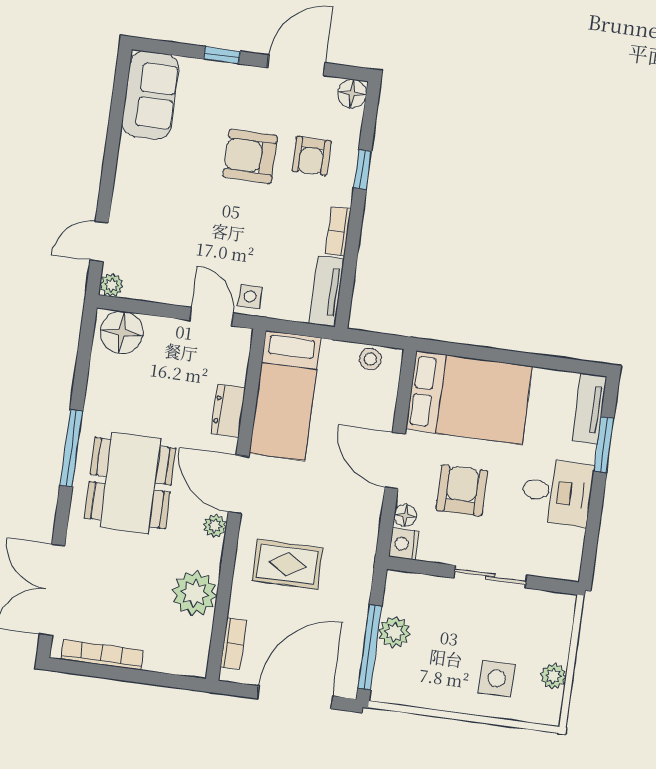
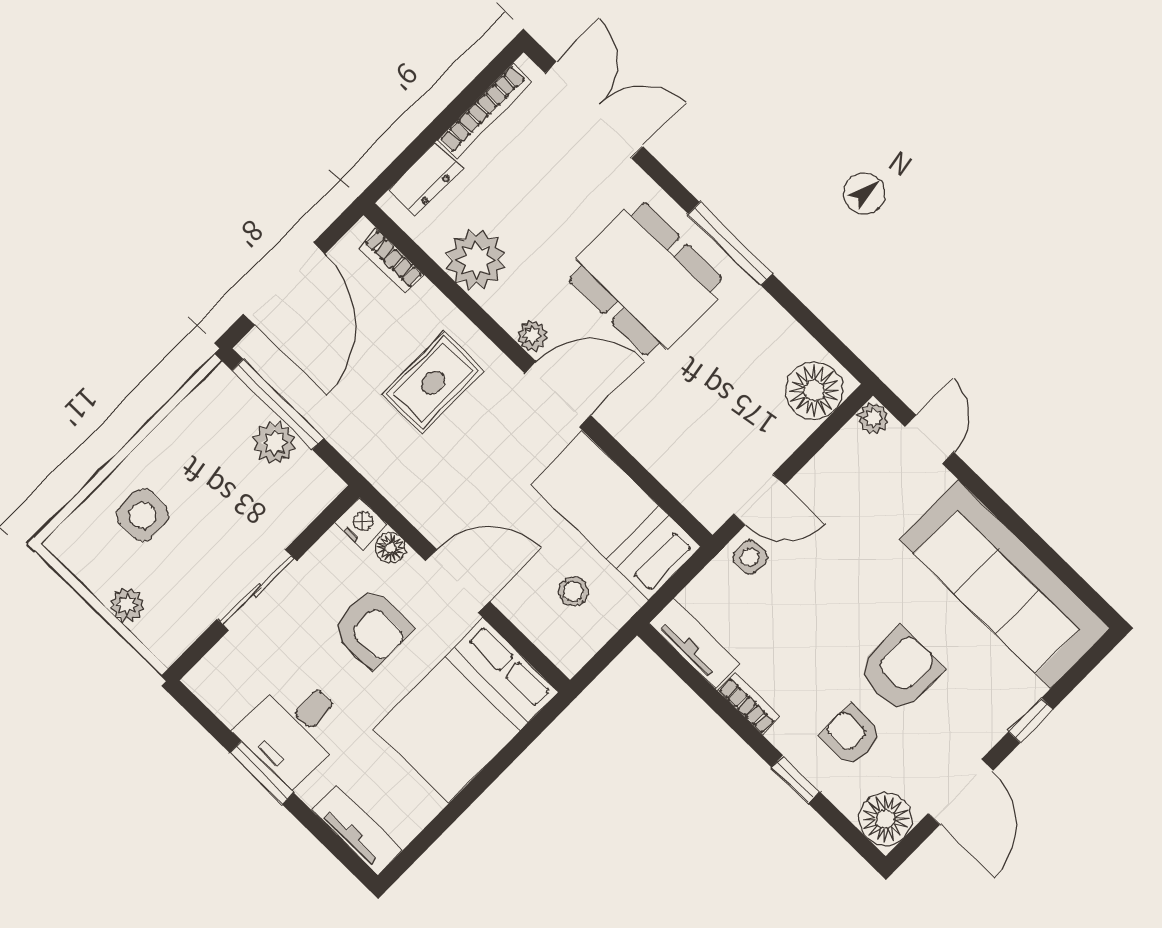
floor lamp: (352, 93) -> (885, 819), width x1.38, depth x1.38
sofa: (150, 95) -> (1004, 584), width x1.85, depth x1.27
stool: (370, 359) -> (573, 591), moved
dresser: (228, 411) -> (425, 179), moved, turned 90
window: (604, 445) -> (262, 773), moved
plant: (553, 676) -> (127, 605), moved

